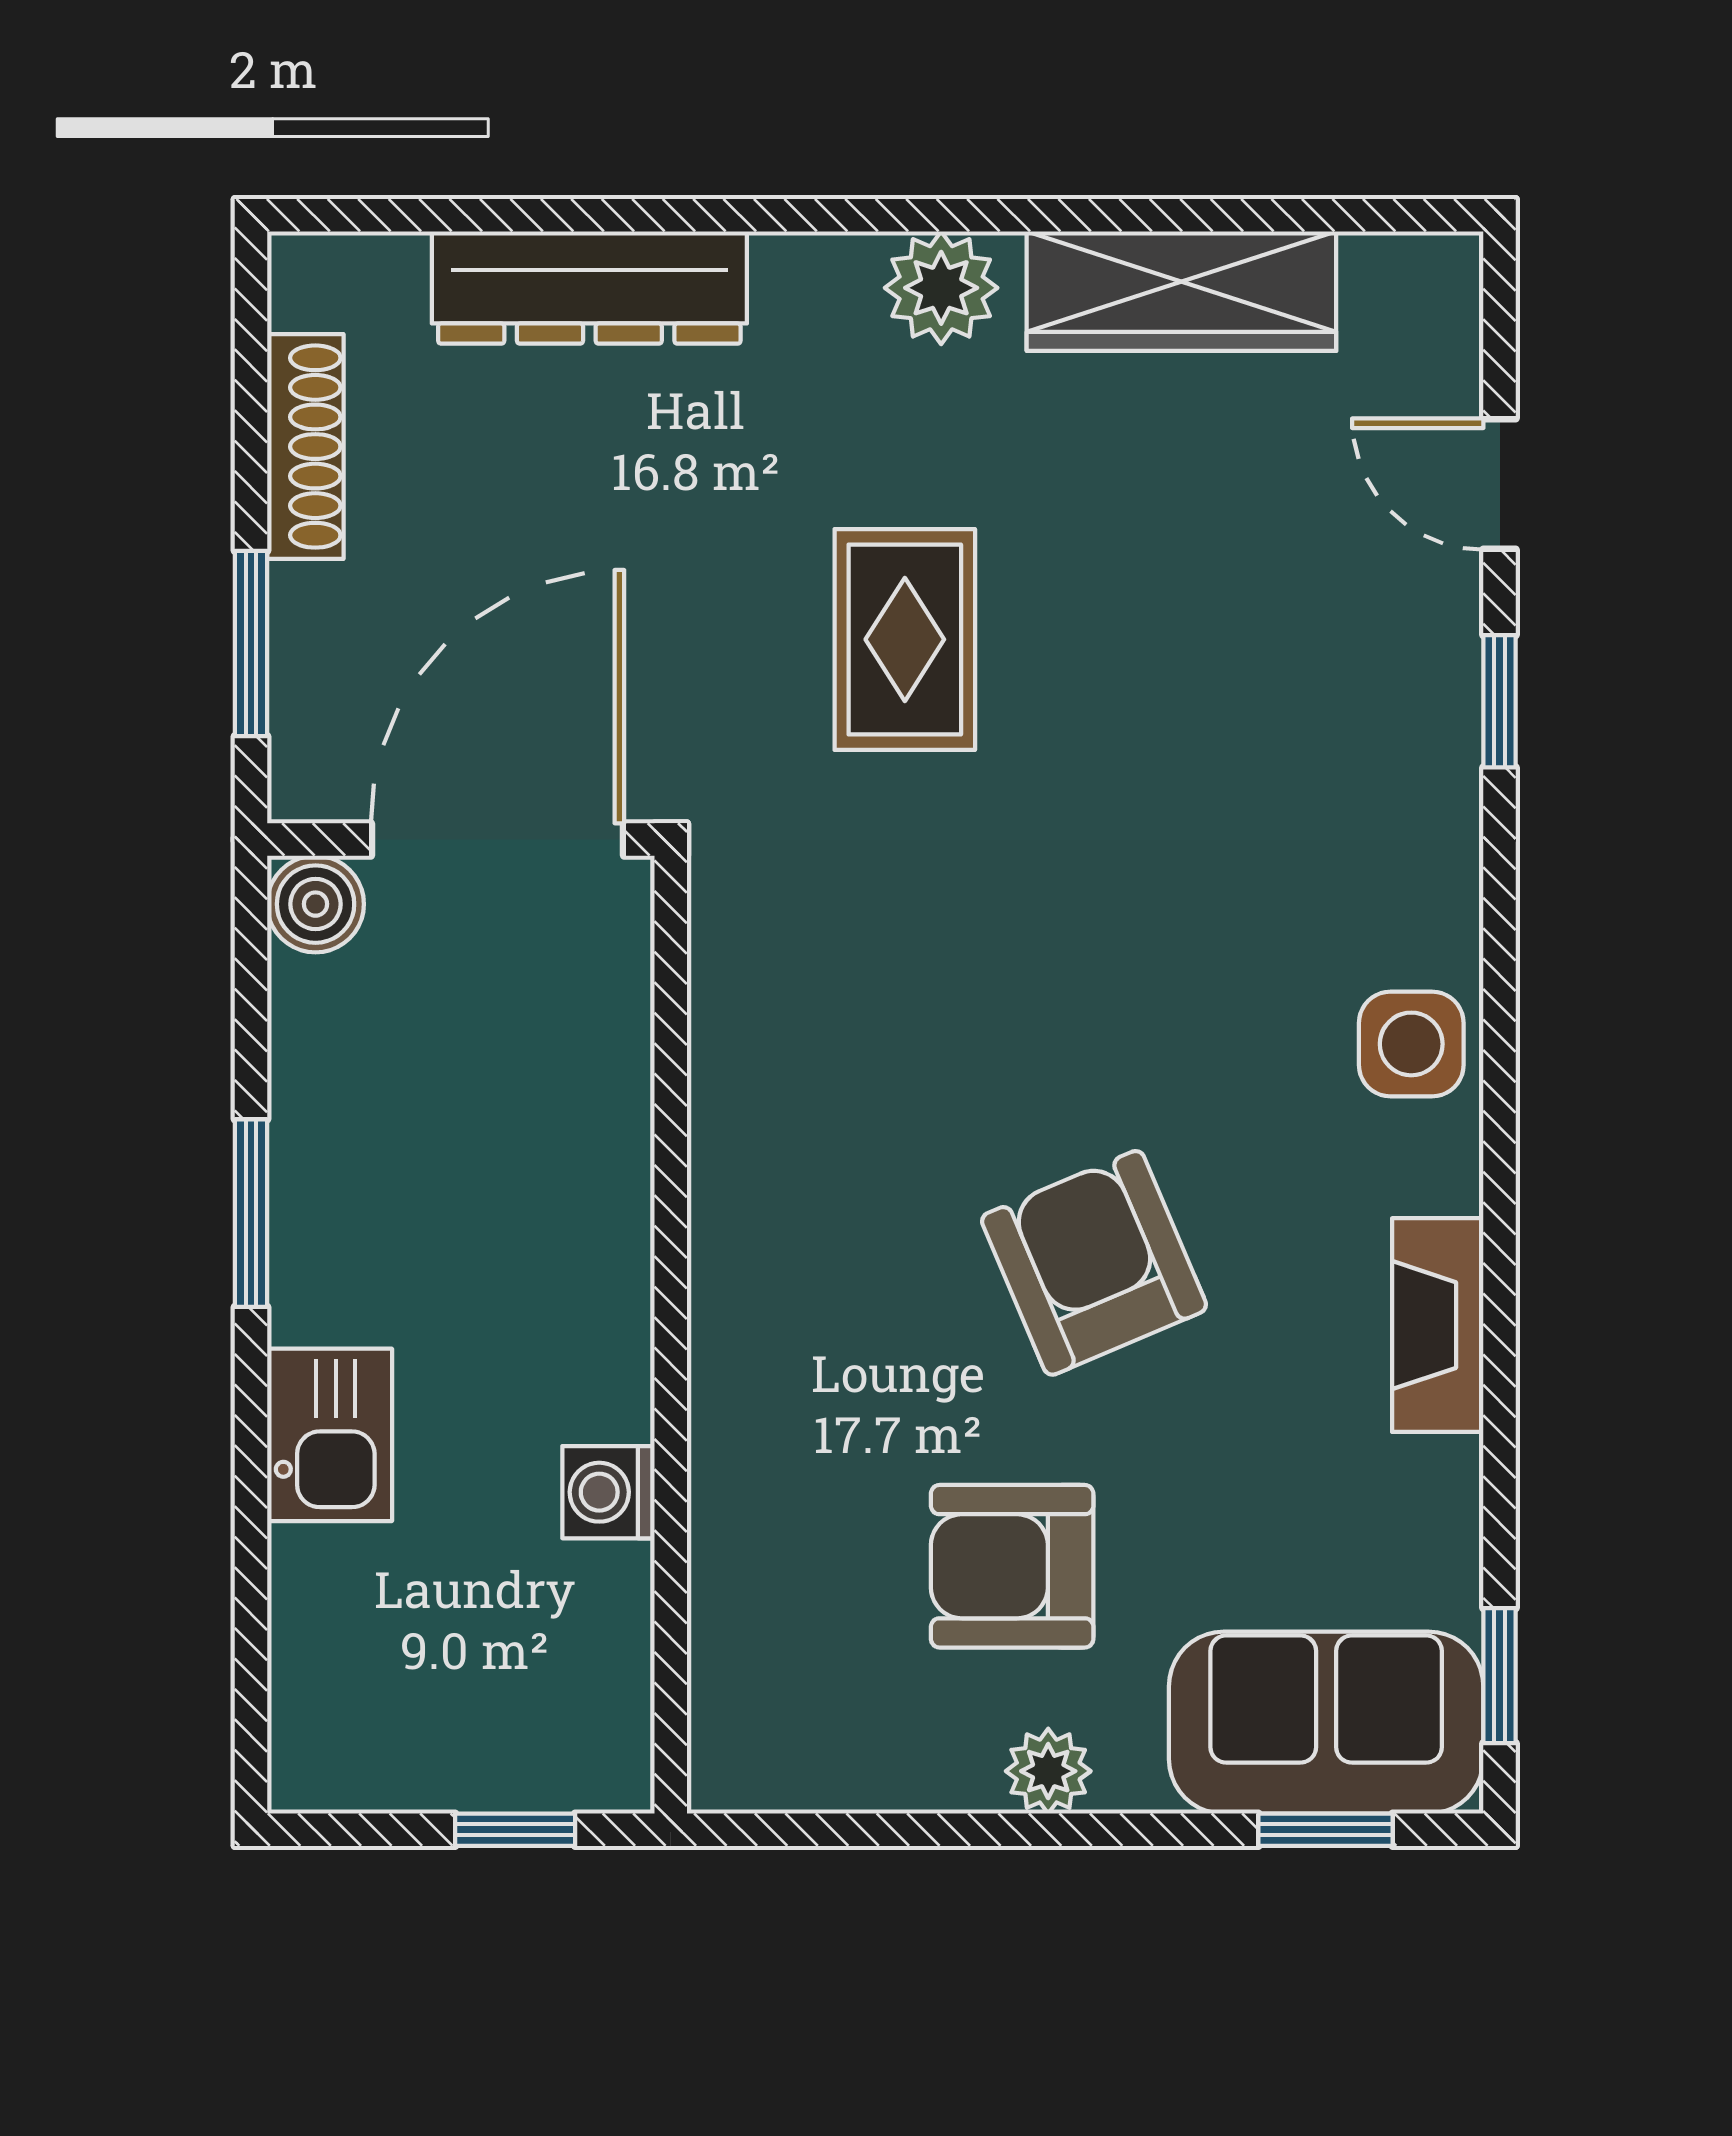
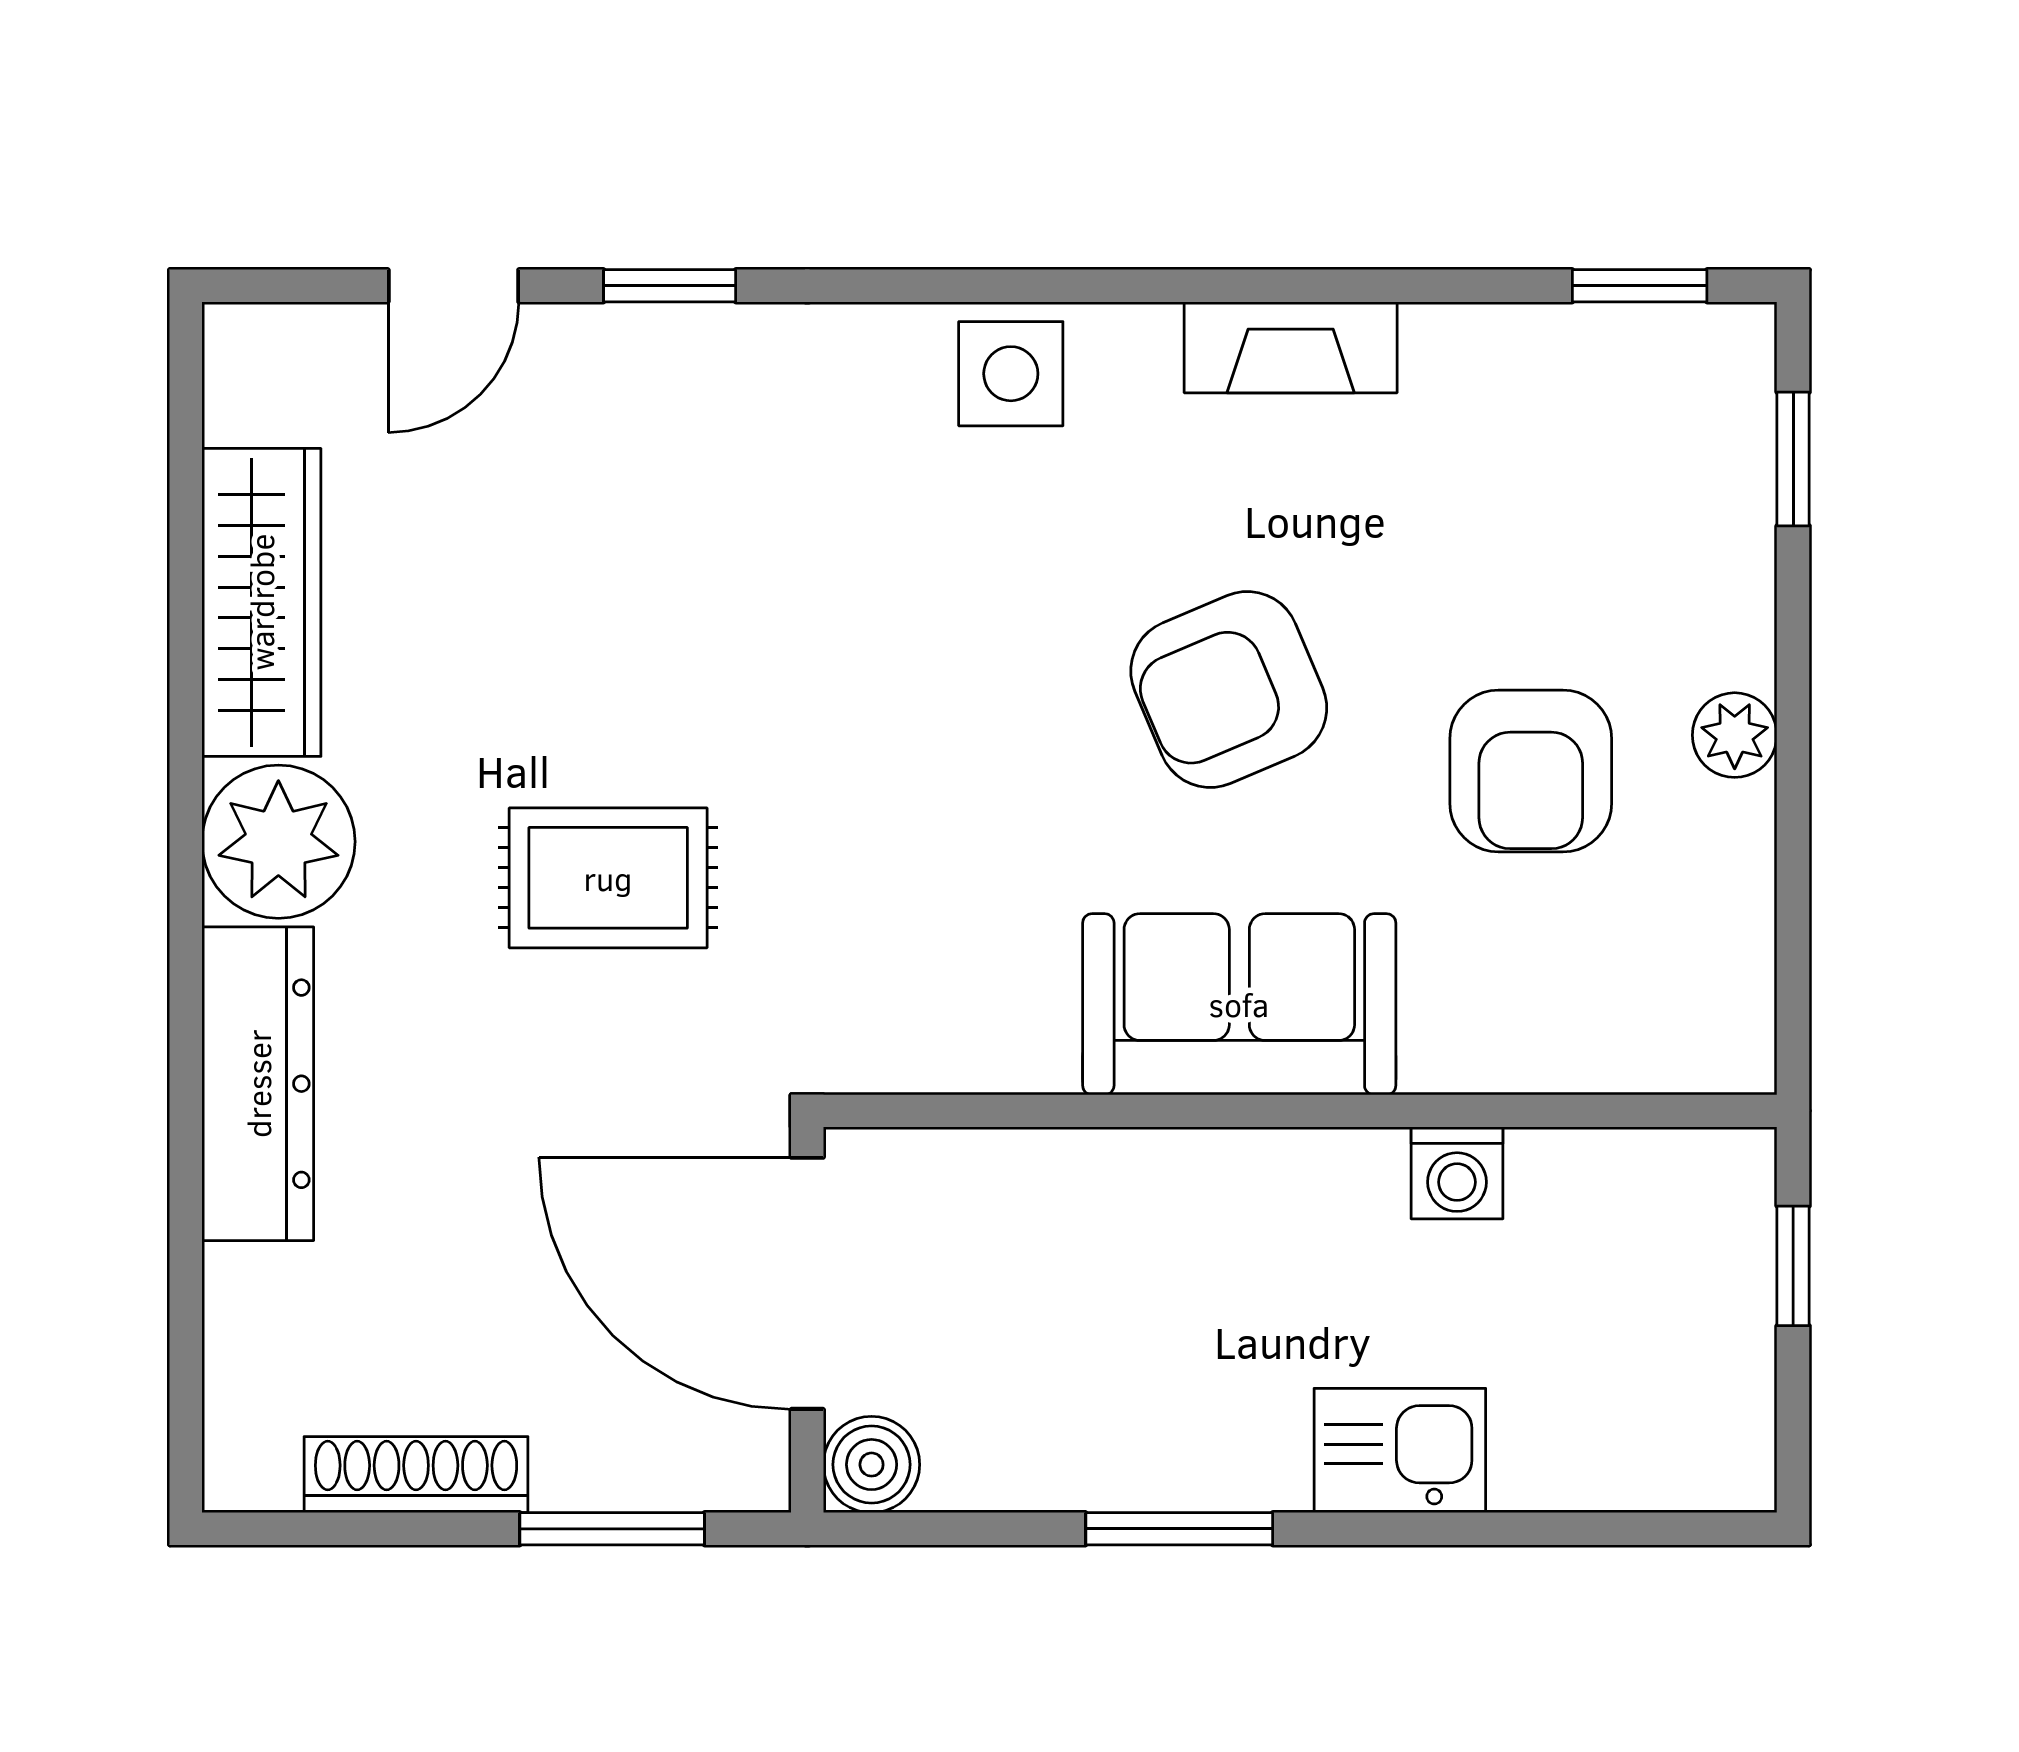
dresser: (589, 288) -> (258, 1084), moved
plant: (941, 288) -> (278, 842), width x1.36, depth x1.36
sofa: (1326, 1723) -> (1239, 1004), moved, turned 90

